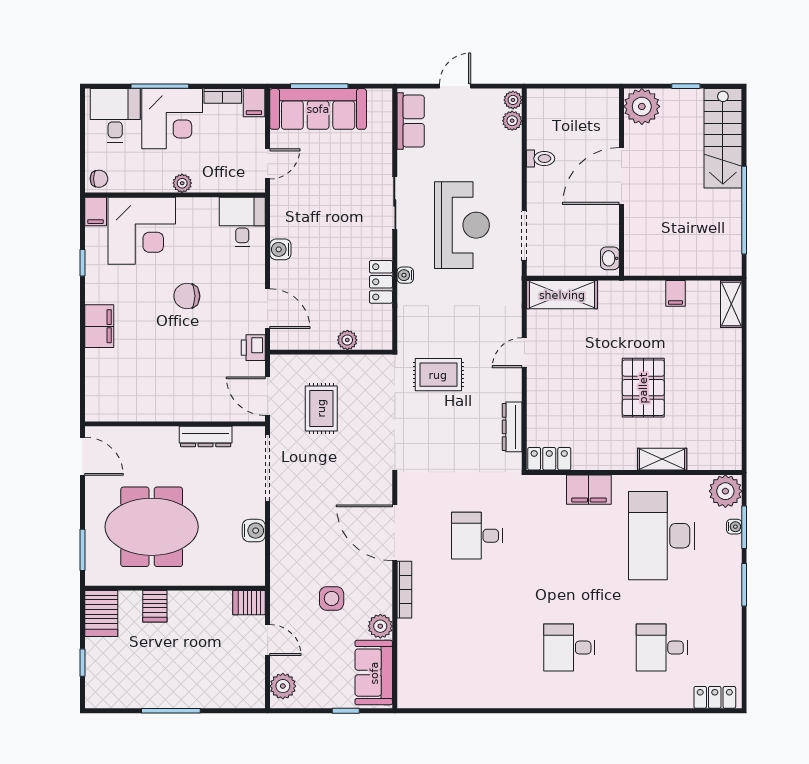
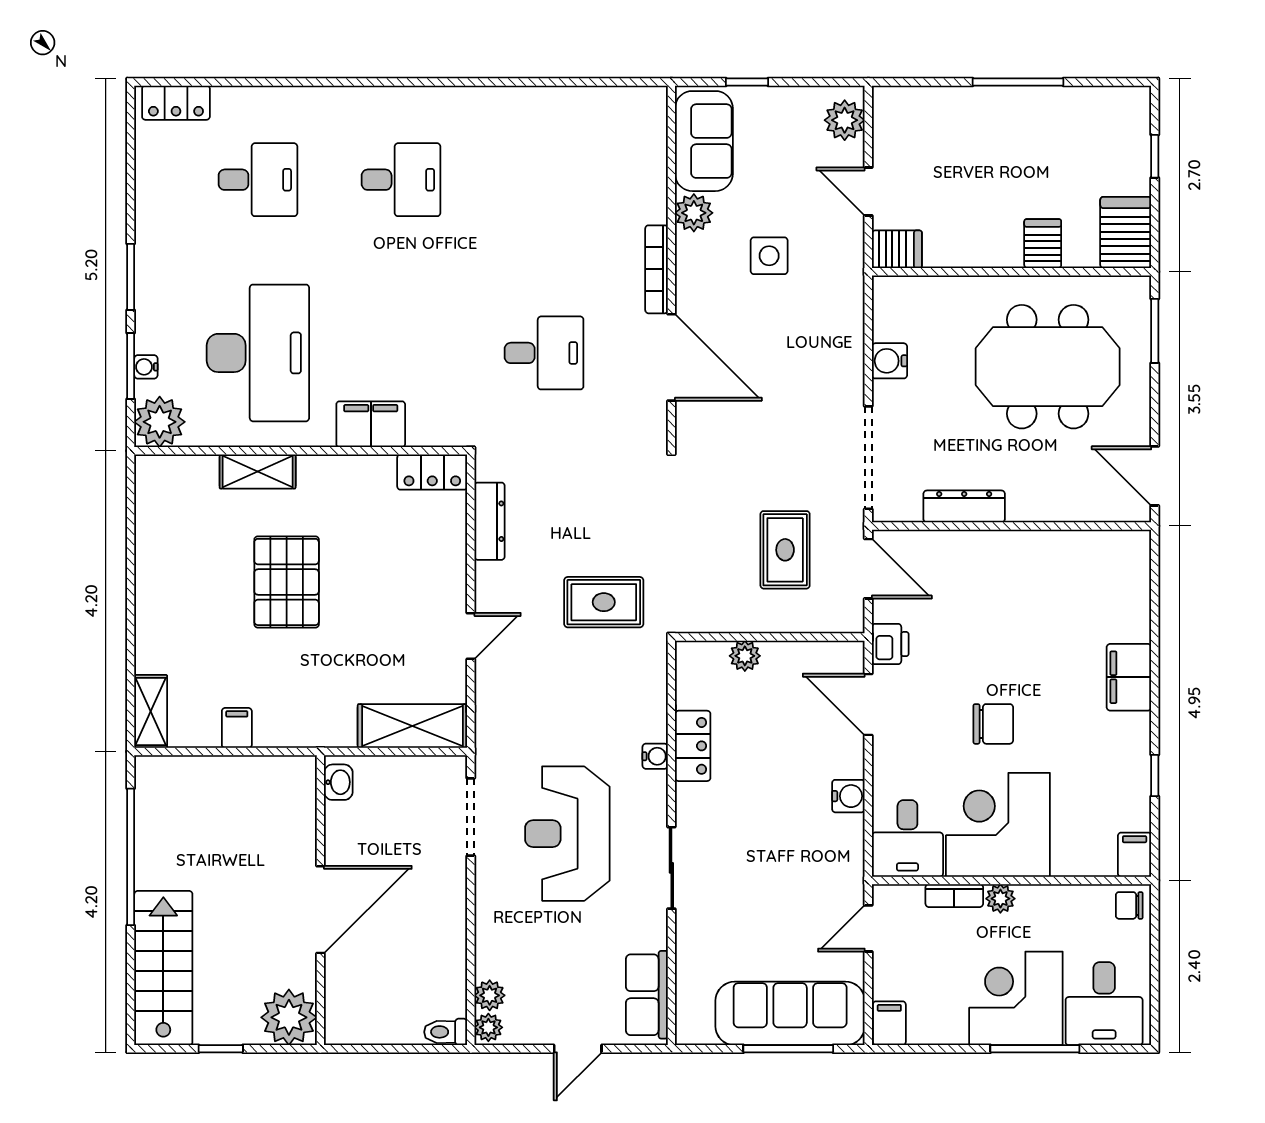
bookcase: (223, 96) -> (954, 896), moved, turned 180
toilet: (541, 159) -> (446, 1032), moved
corner desk: (142, 231) -> (998, 825), moved

